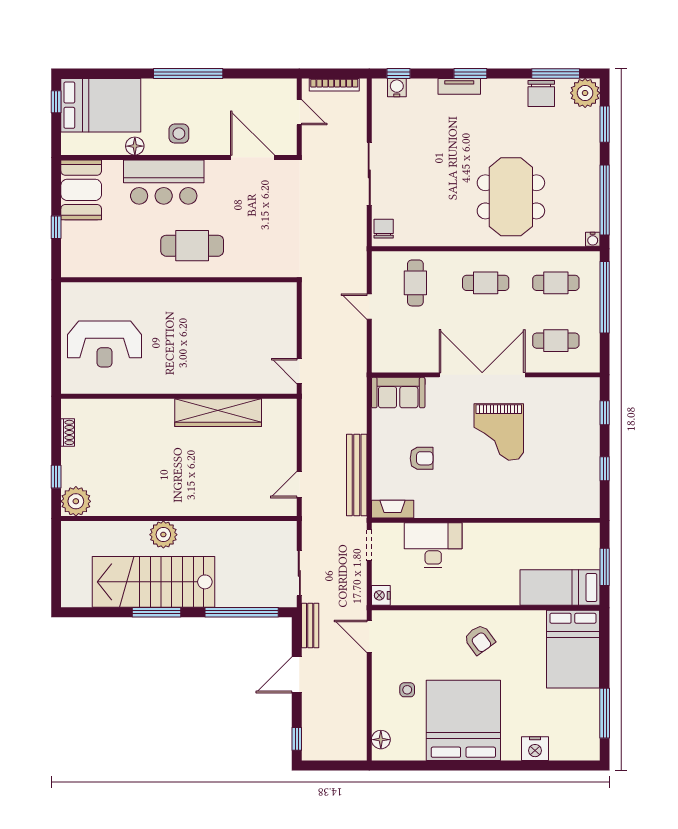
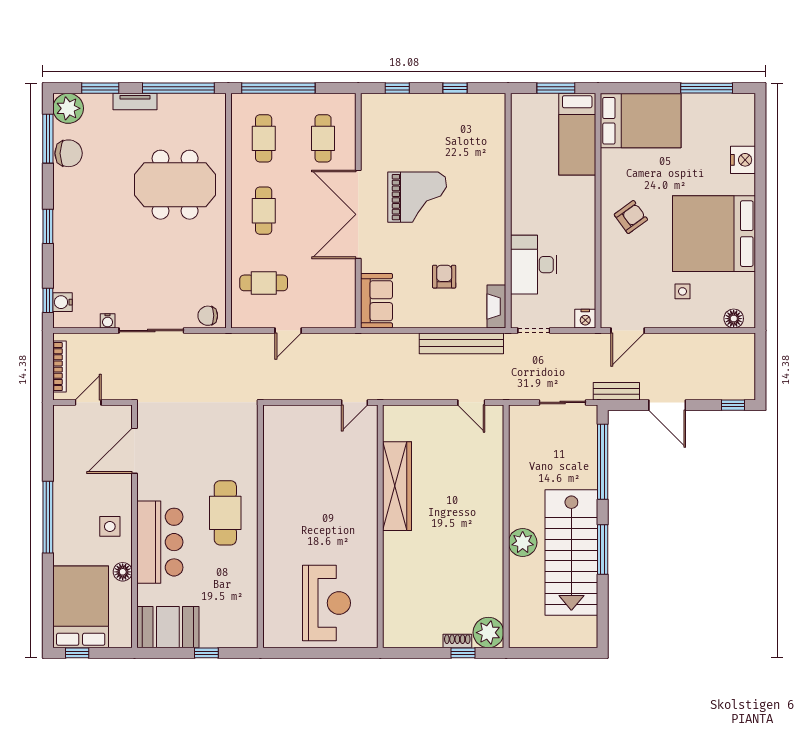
tv unit: (459, 86) -> (135, 101), moved, turned 90
water cooler: (593, 239) -> (108, 321), moved, turned 90
shoe rack: (68, 432) -> (457, 641), moved

